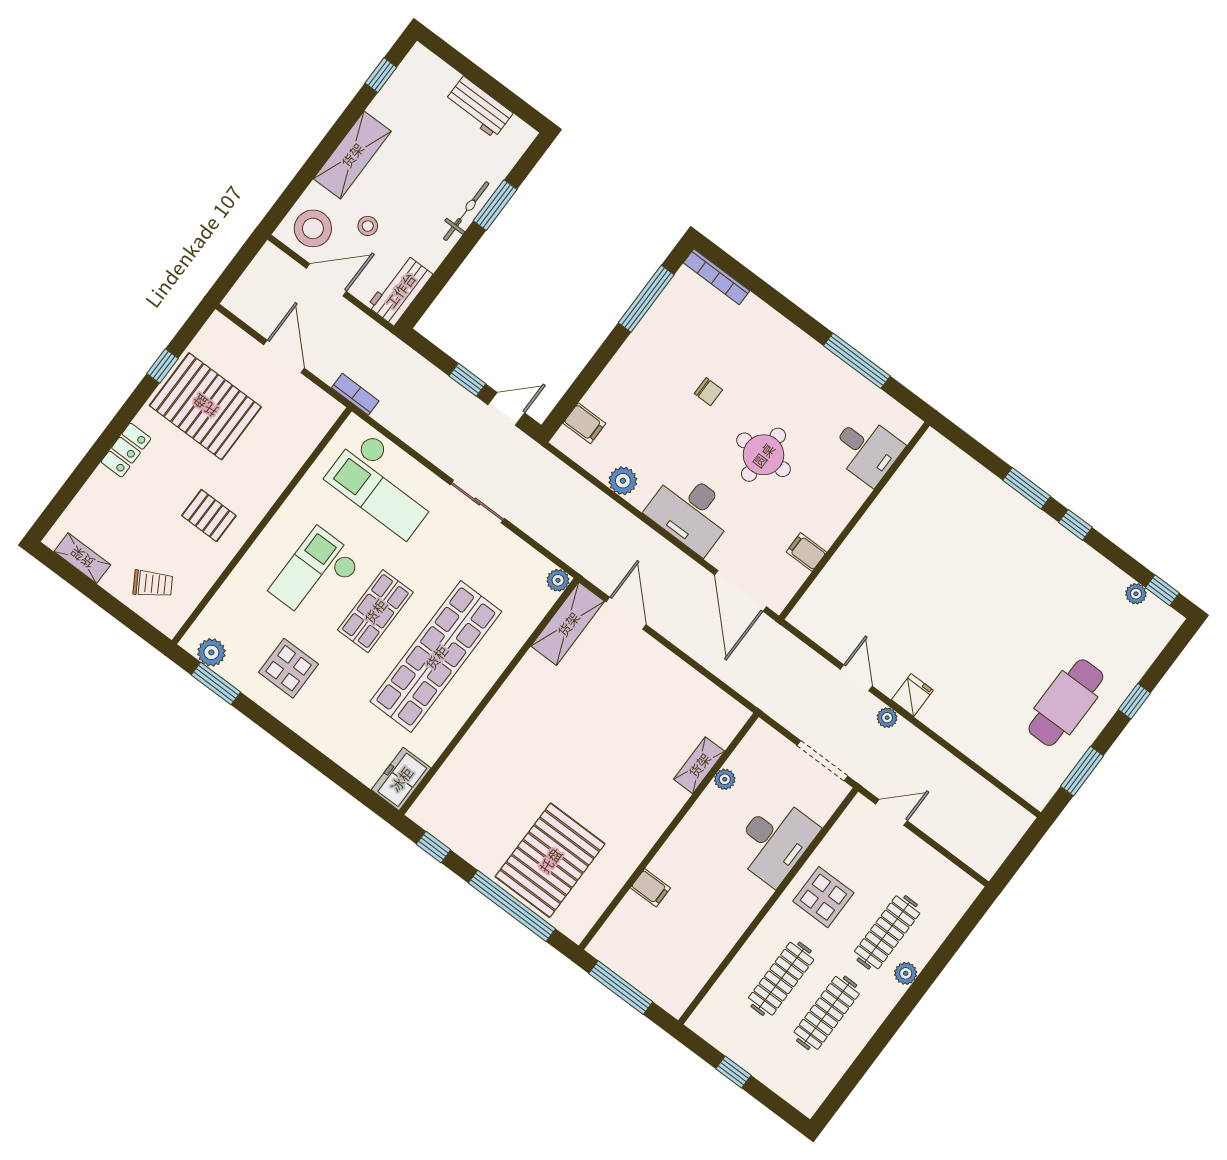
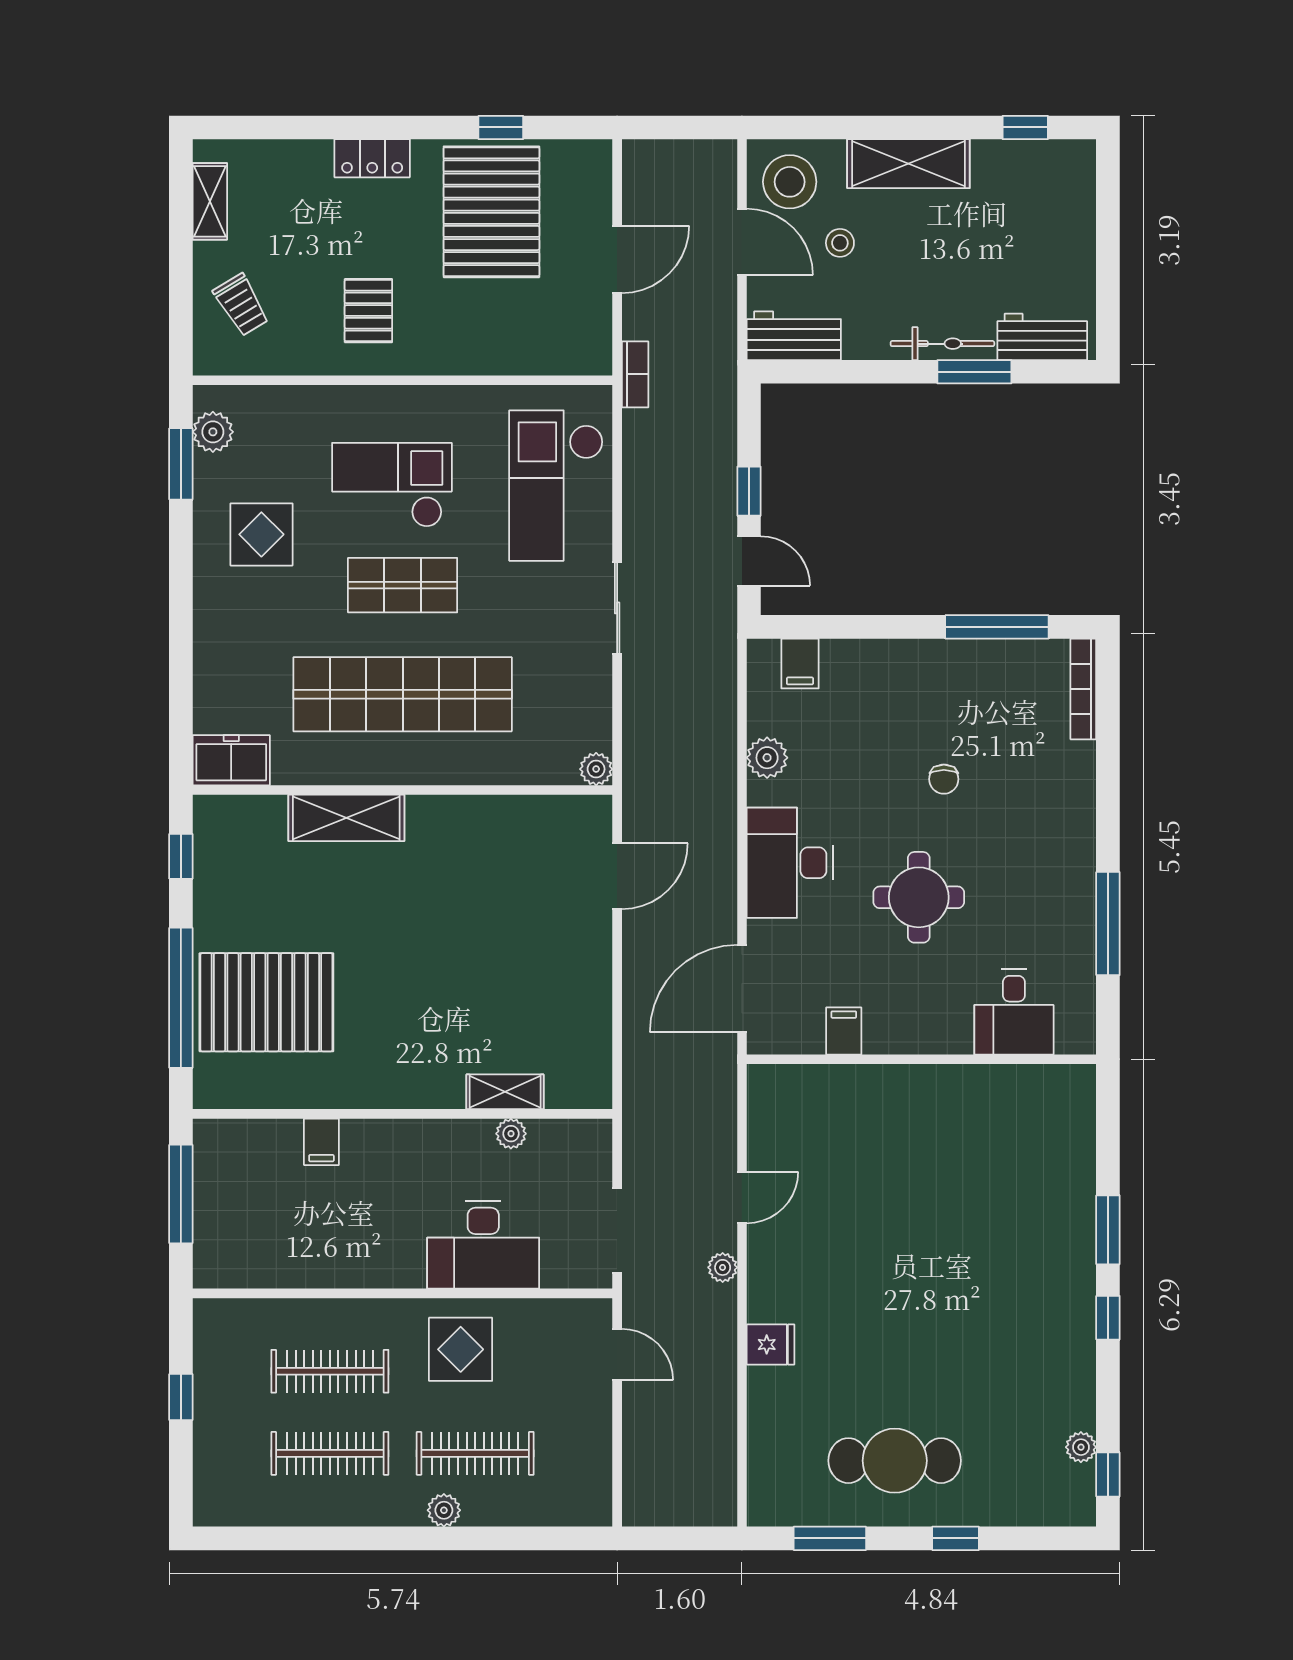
workbench: (479, 107) -> (1042, 337), moved, turned 90
shelving: (568, 624) -> (346, 818), moved
fridge: (912, 695) -> (771, 1344), moved

